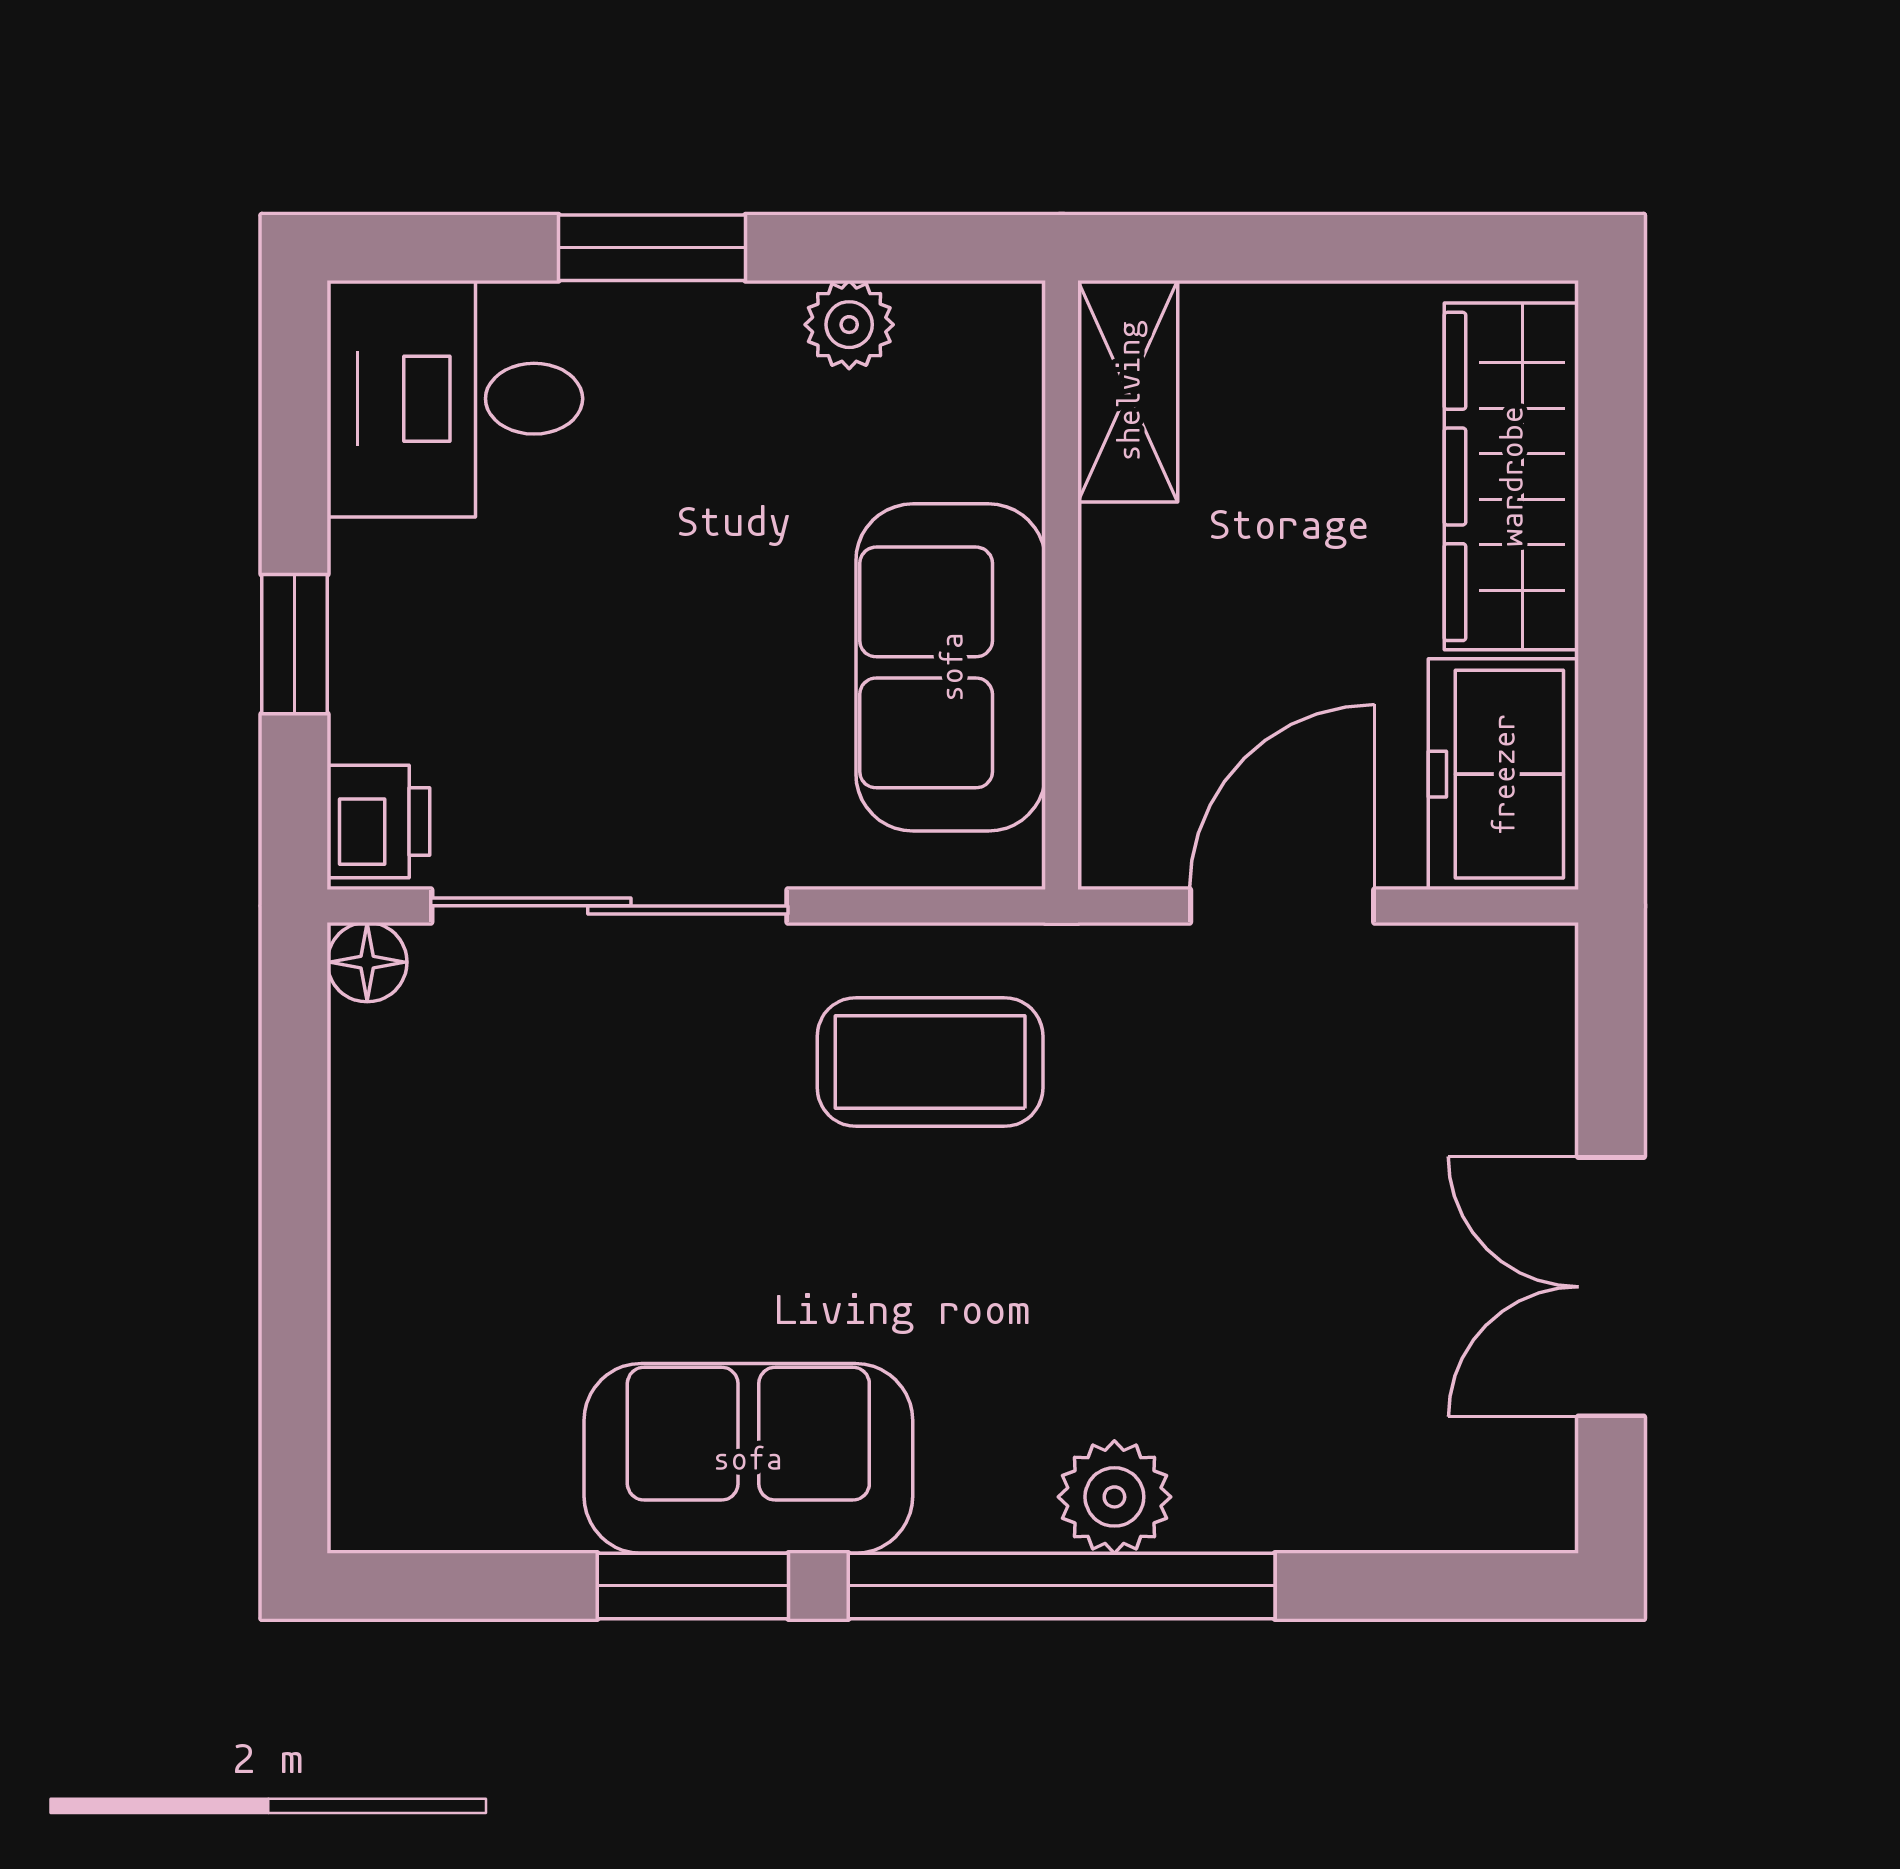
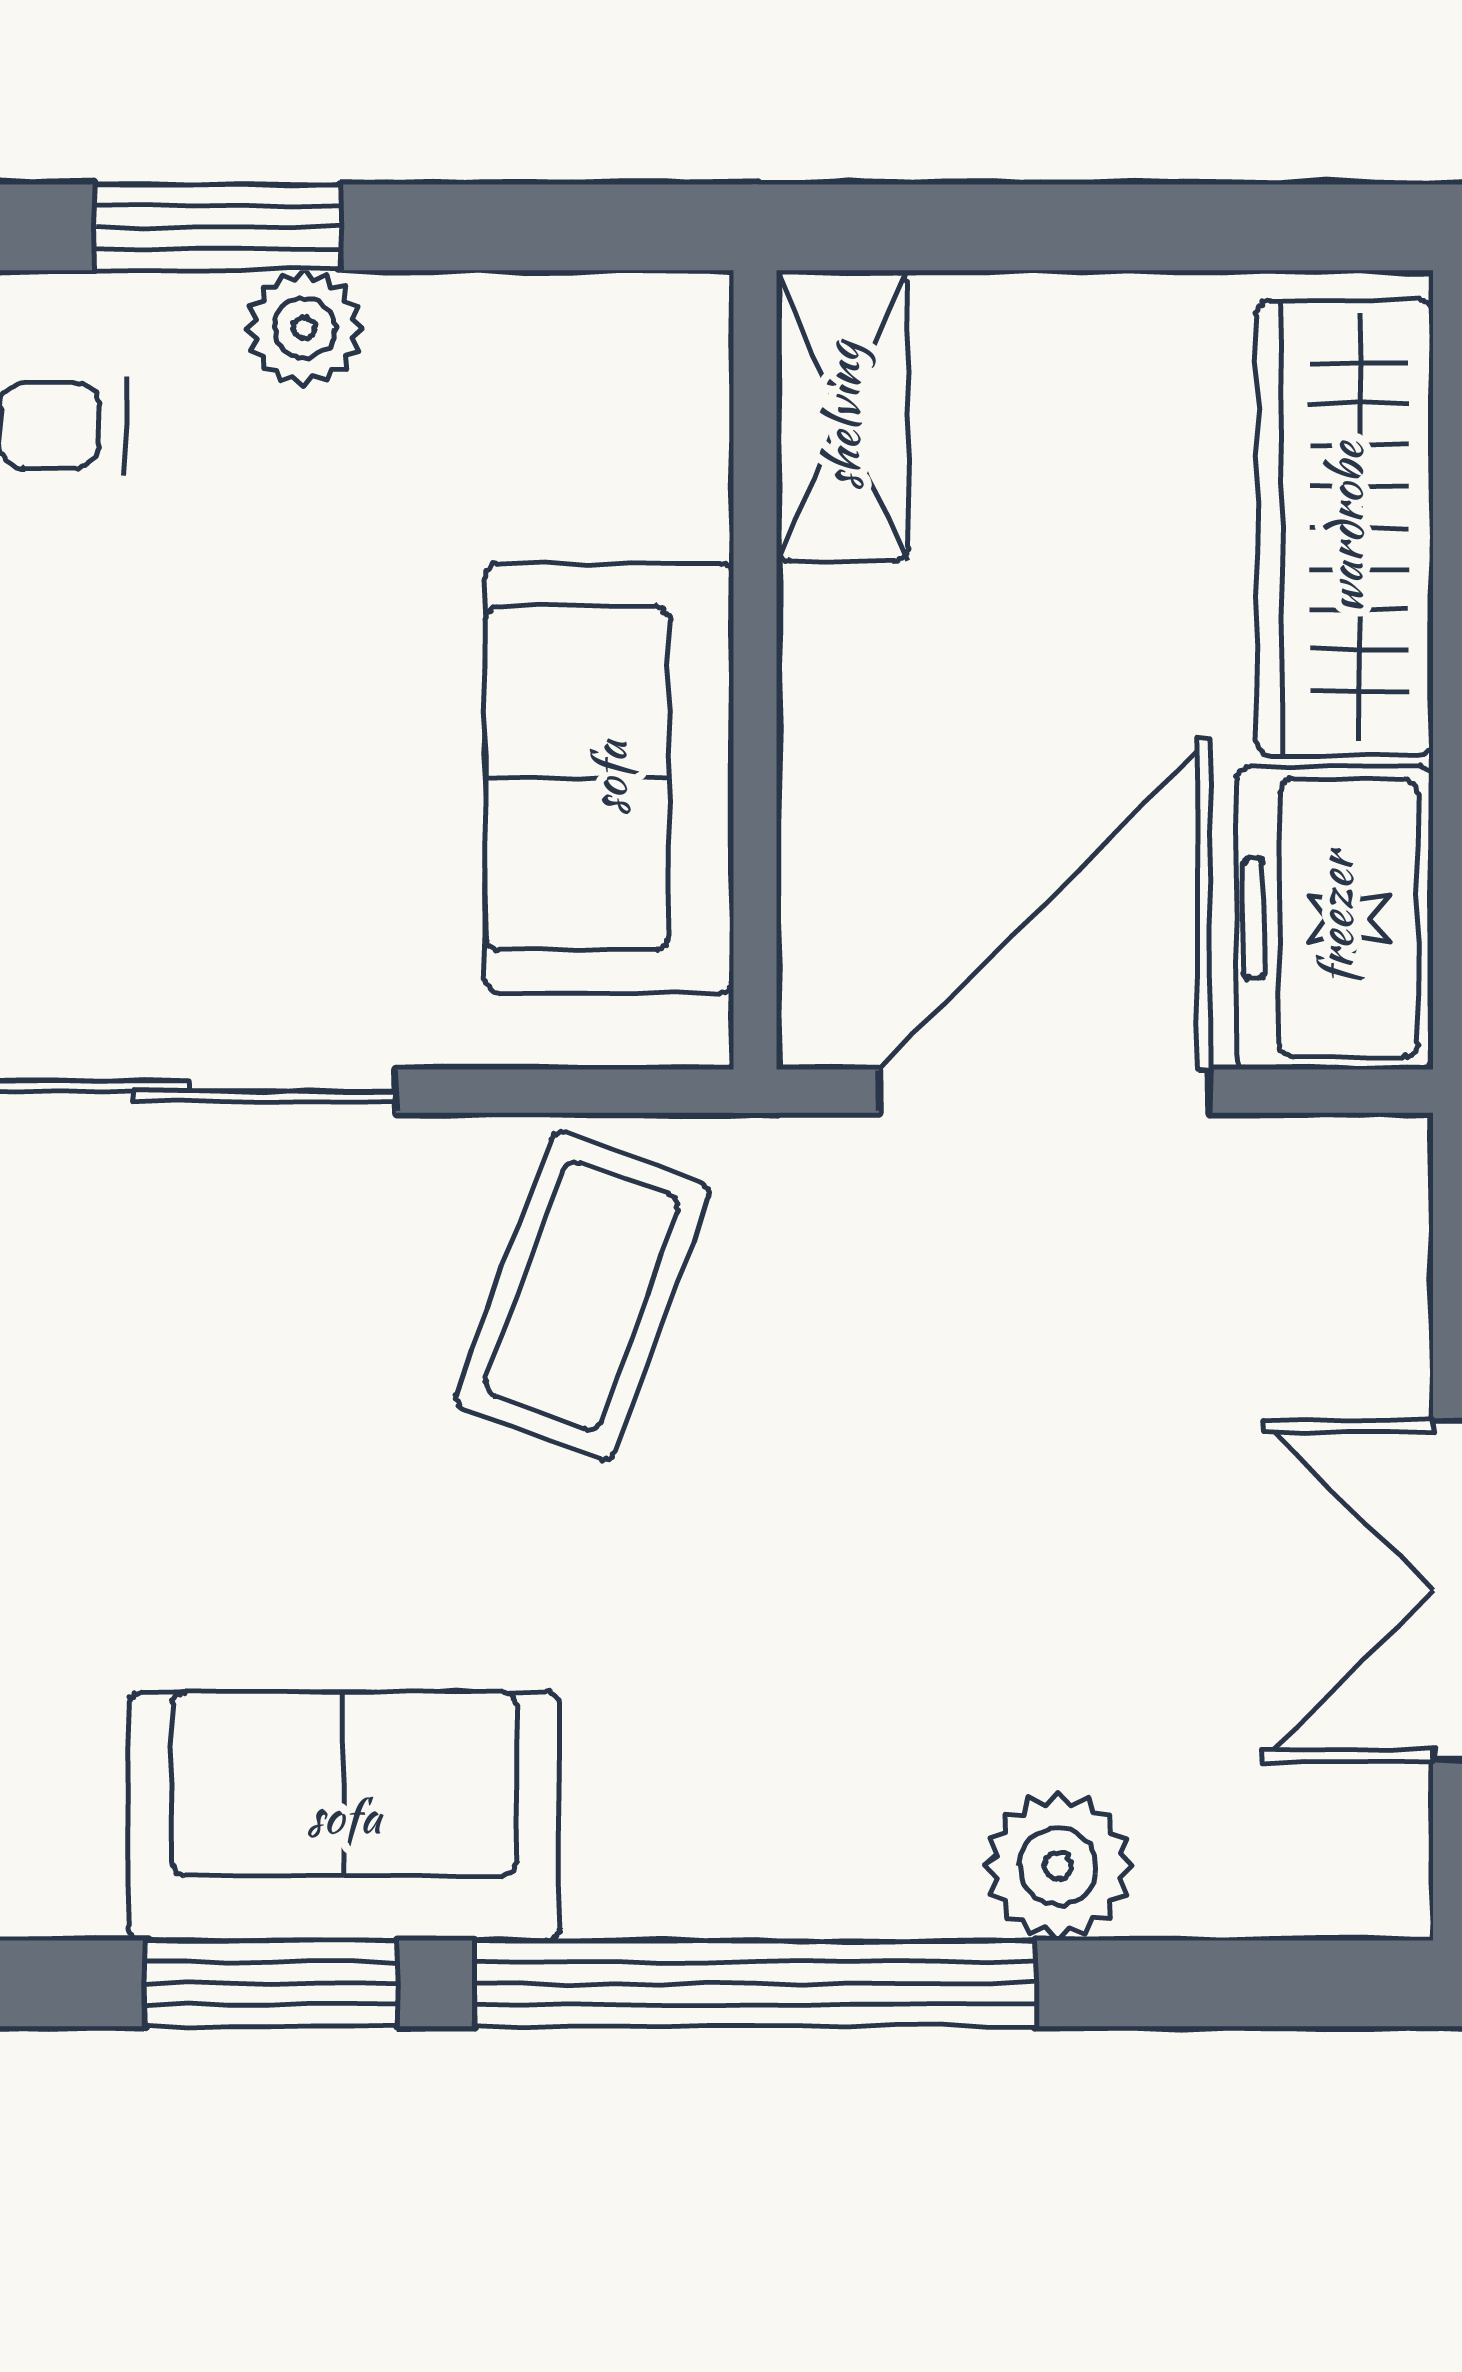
plant: (849, 325) -> (304, 328), moved
door: (1282, 906) -> (1044, 1091), width x1.36
coffee table: (930, 1062) -> (582, 1296), turned -70
plant: (1114, 1497) -> (1058, 1867), moved

